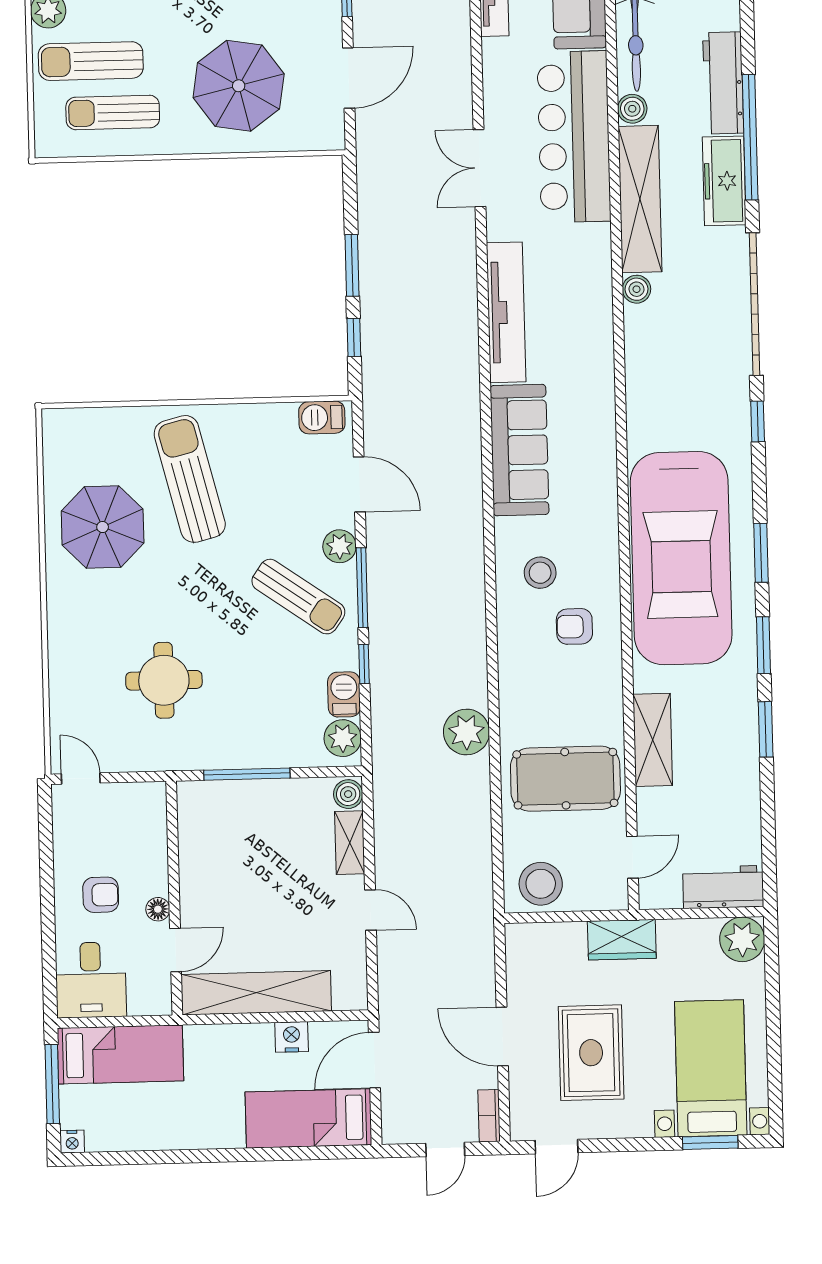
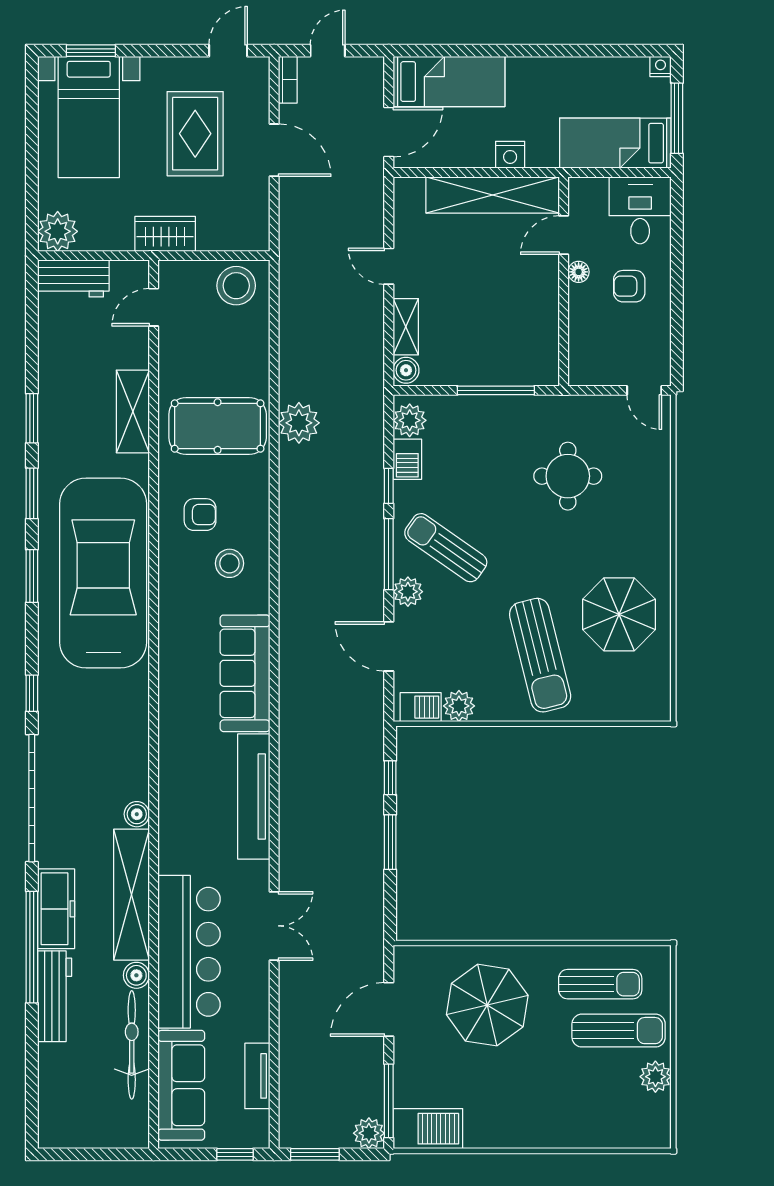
plant: (279, 420) -> (459, 706), added
pool table: (565, 779) -> (218, 426), moved
nightstand: (292, 1037) -> (510, 155), moved

